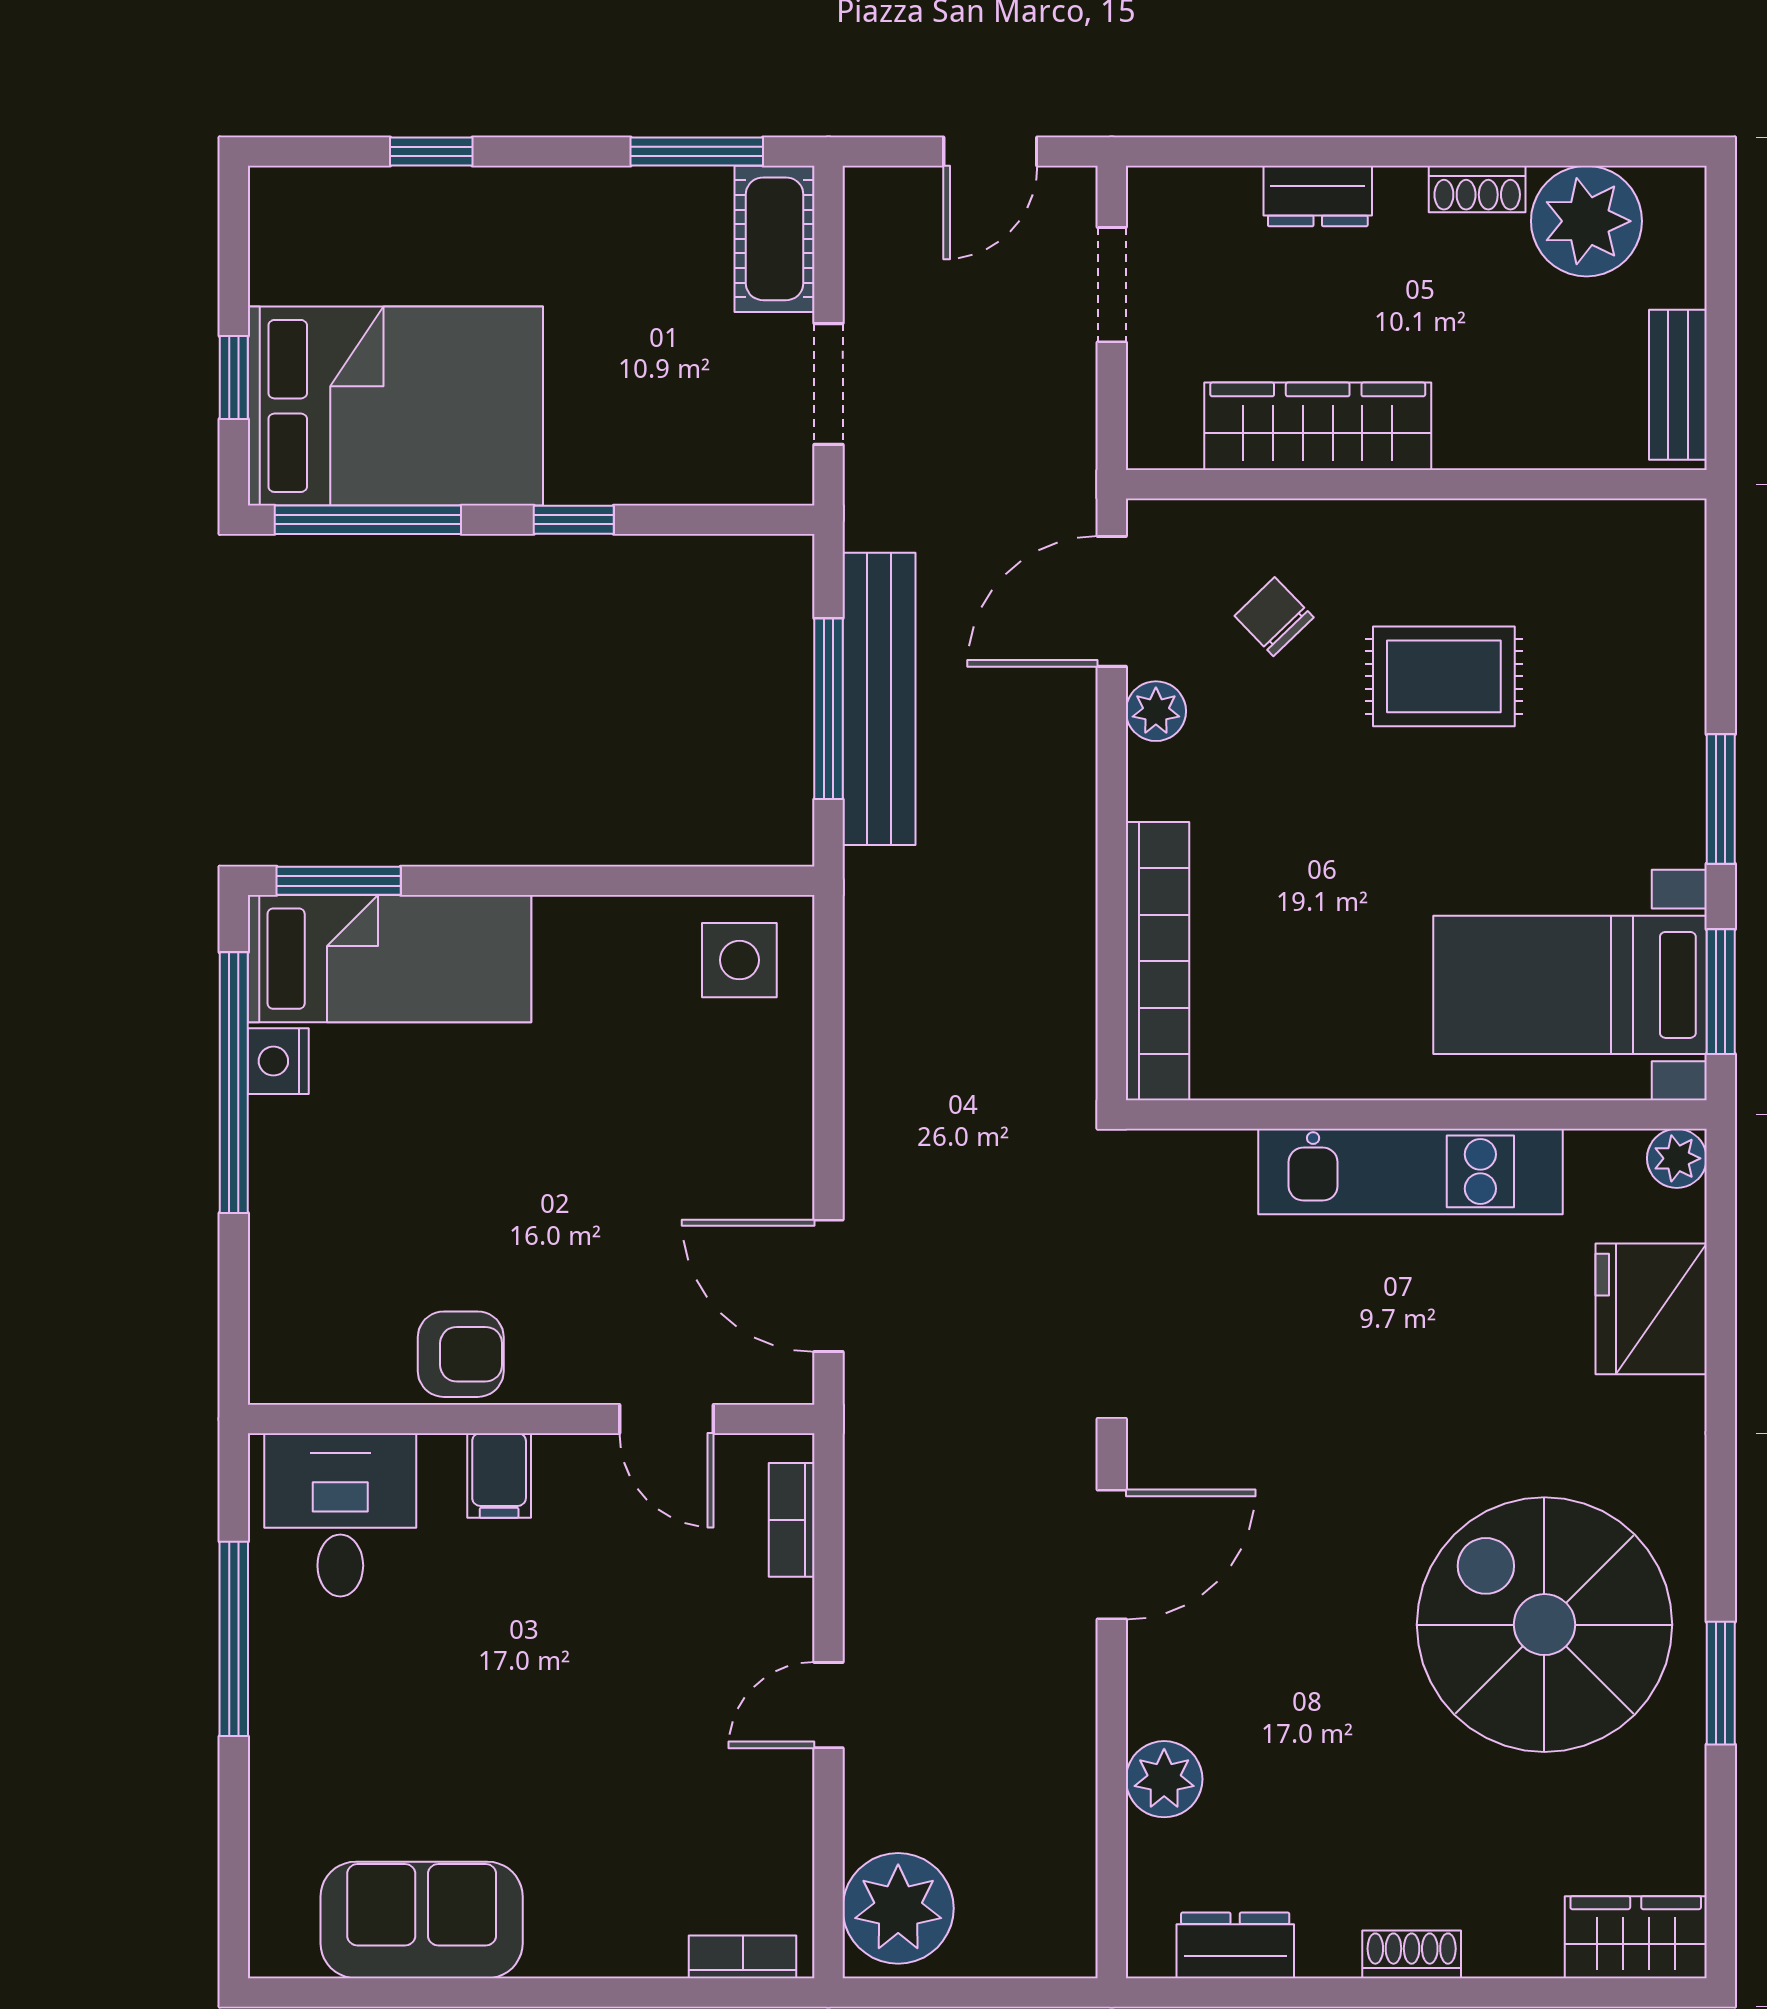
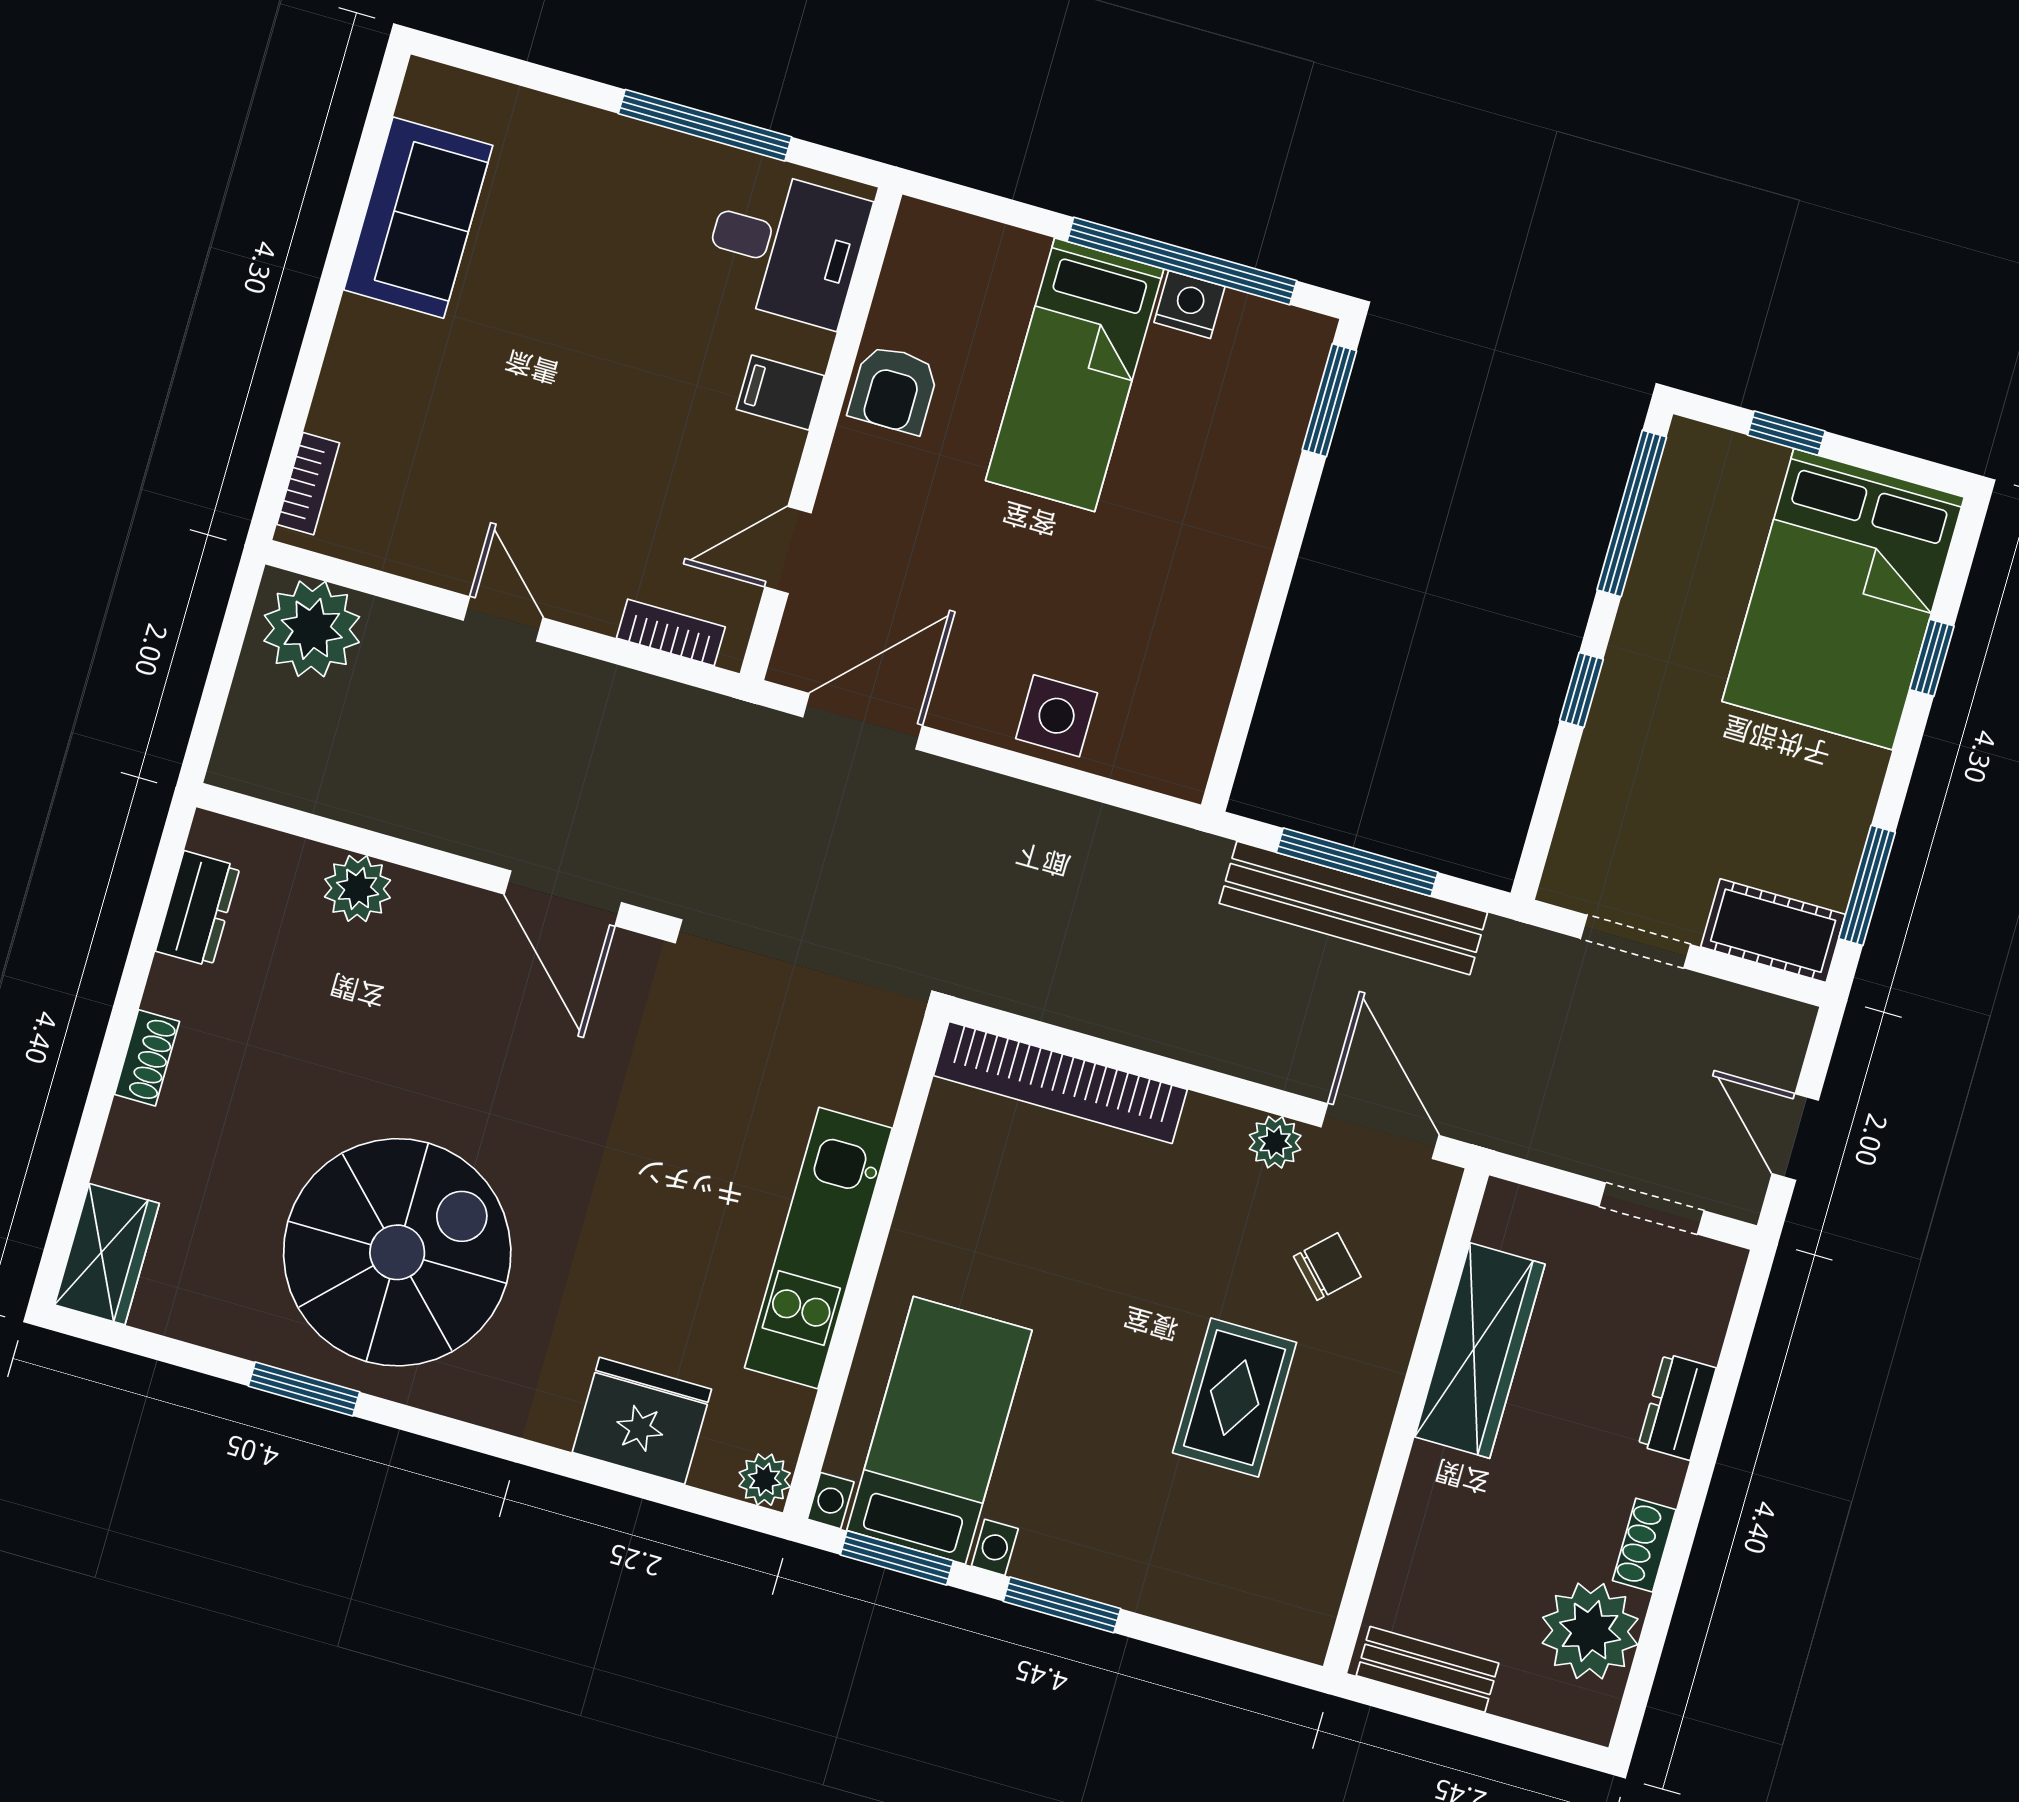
bed: (395, 406) -> (1843, 599), moved
bed: (389, 959) -> (1075, 375), moved
side table: (739, 960) -> (1057, 716), moved

